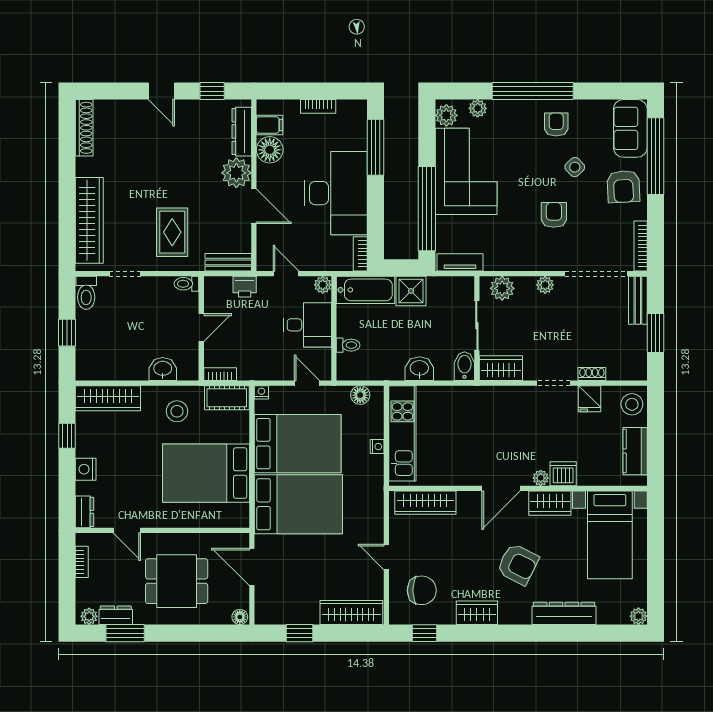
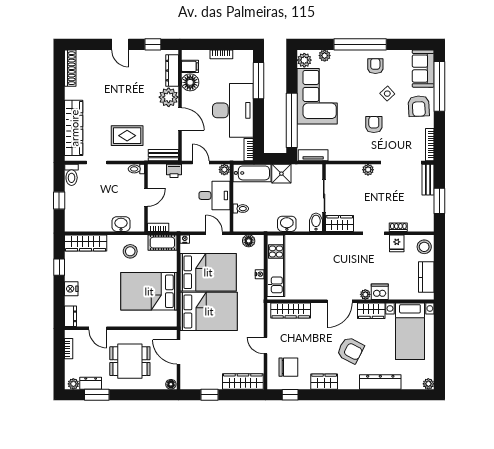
rug: (172, 232) -> (127, 136), turned 90
plant: (502, 288) -> (340, 172), removed

